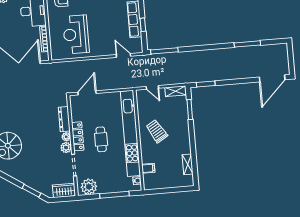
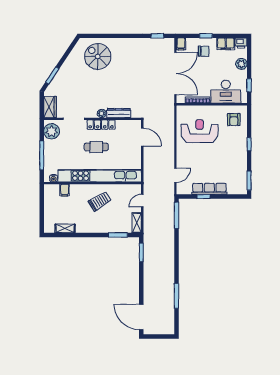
plant: (66, 148) -> (91, 112), removed

